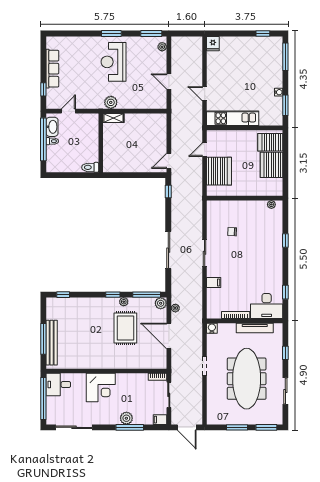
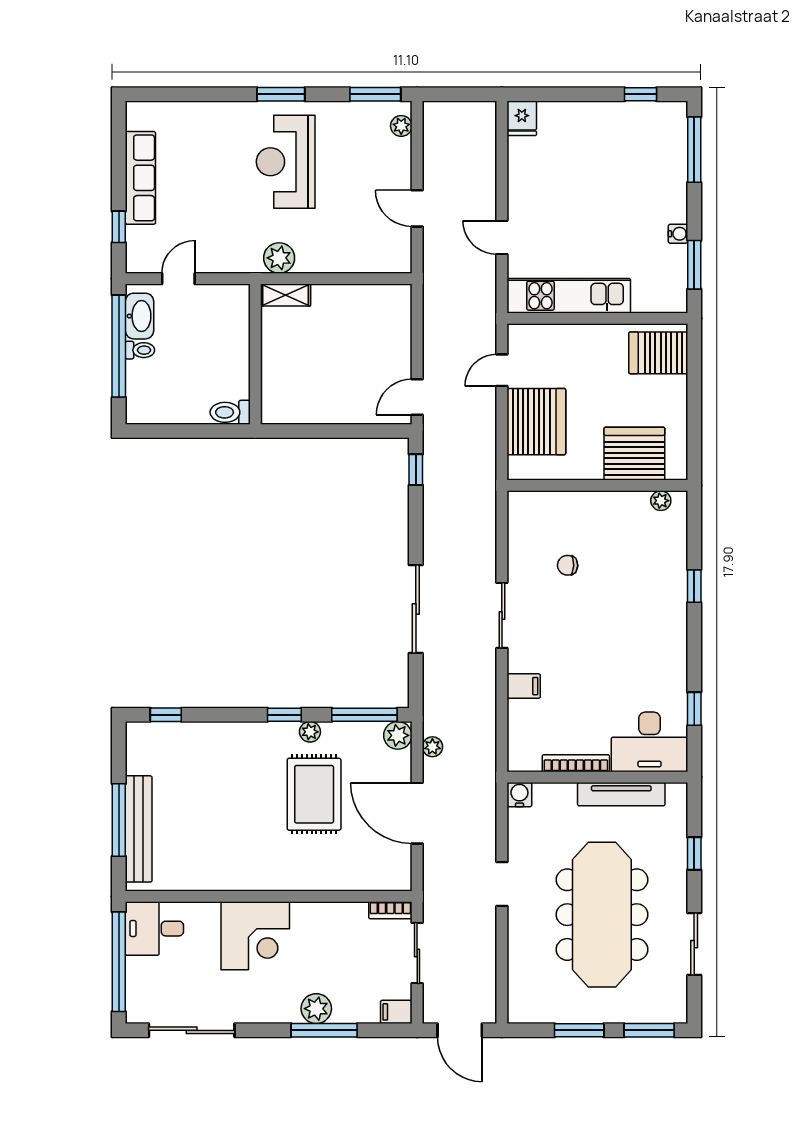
server rack: (271, 165) -> (634, 454), moved, turned 90

